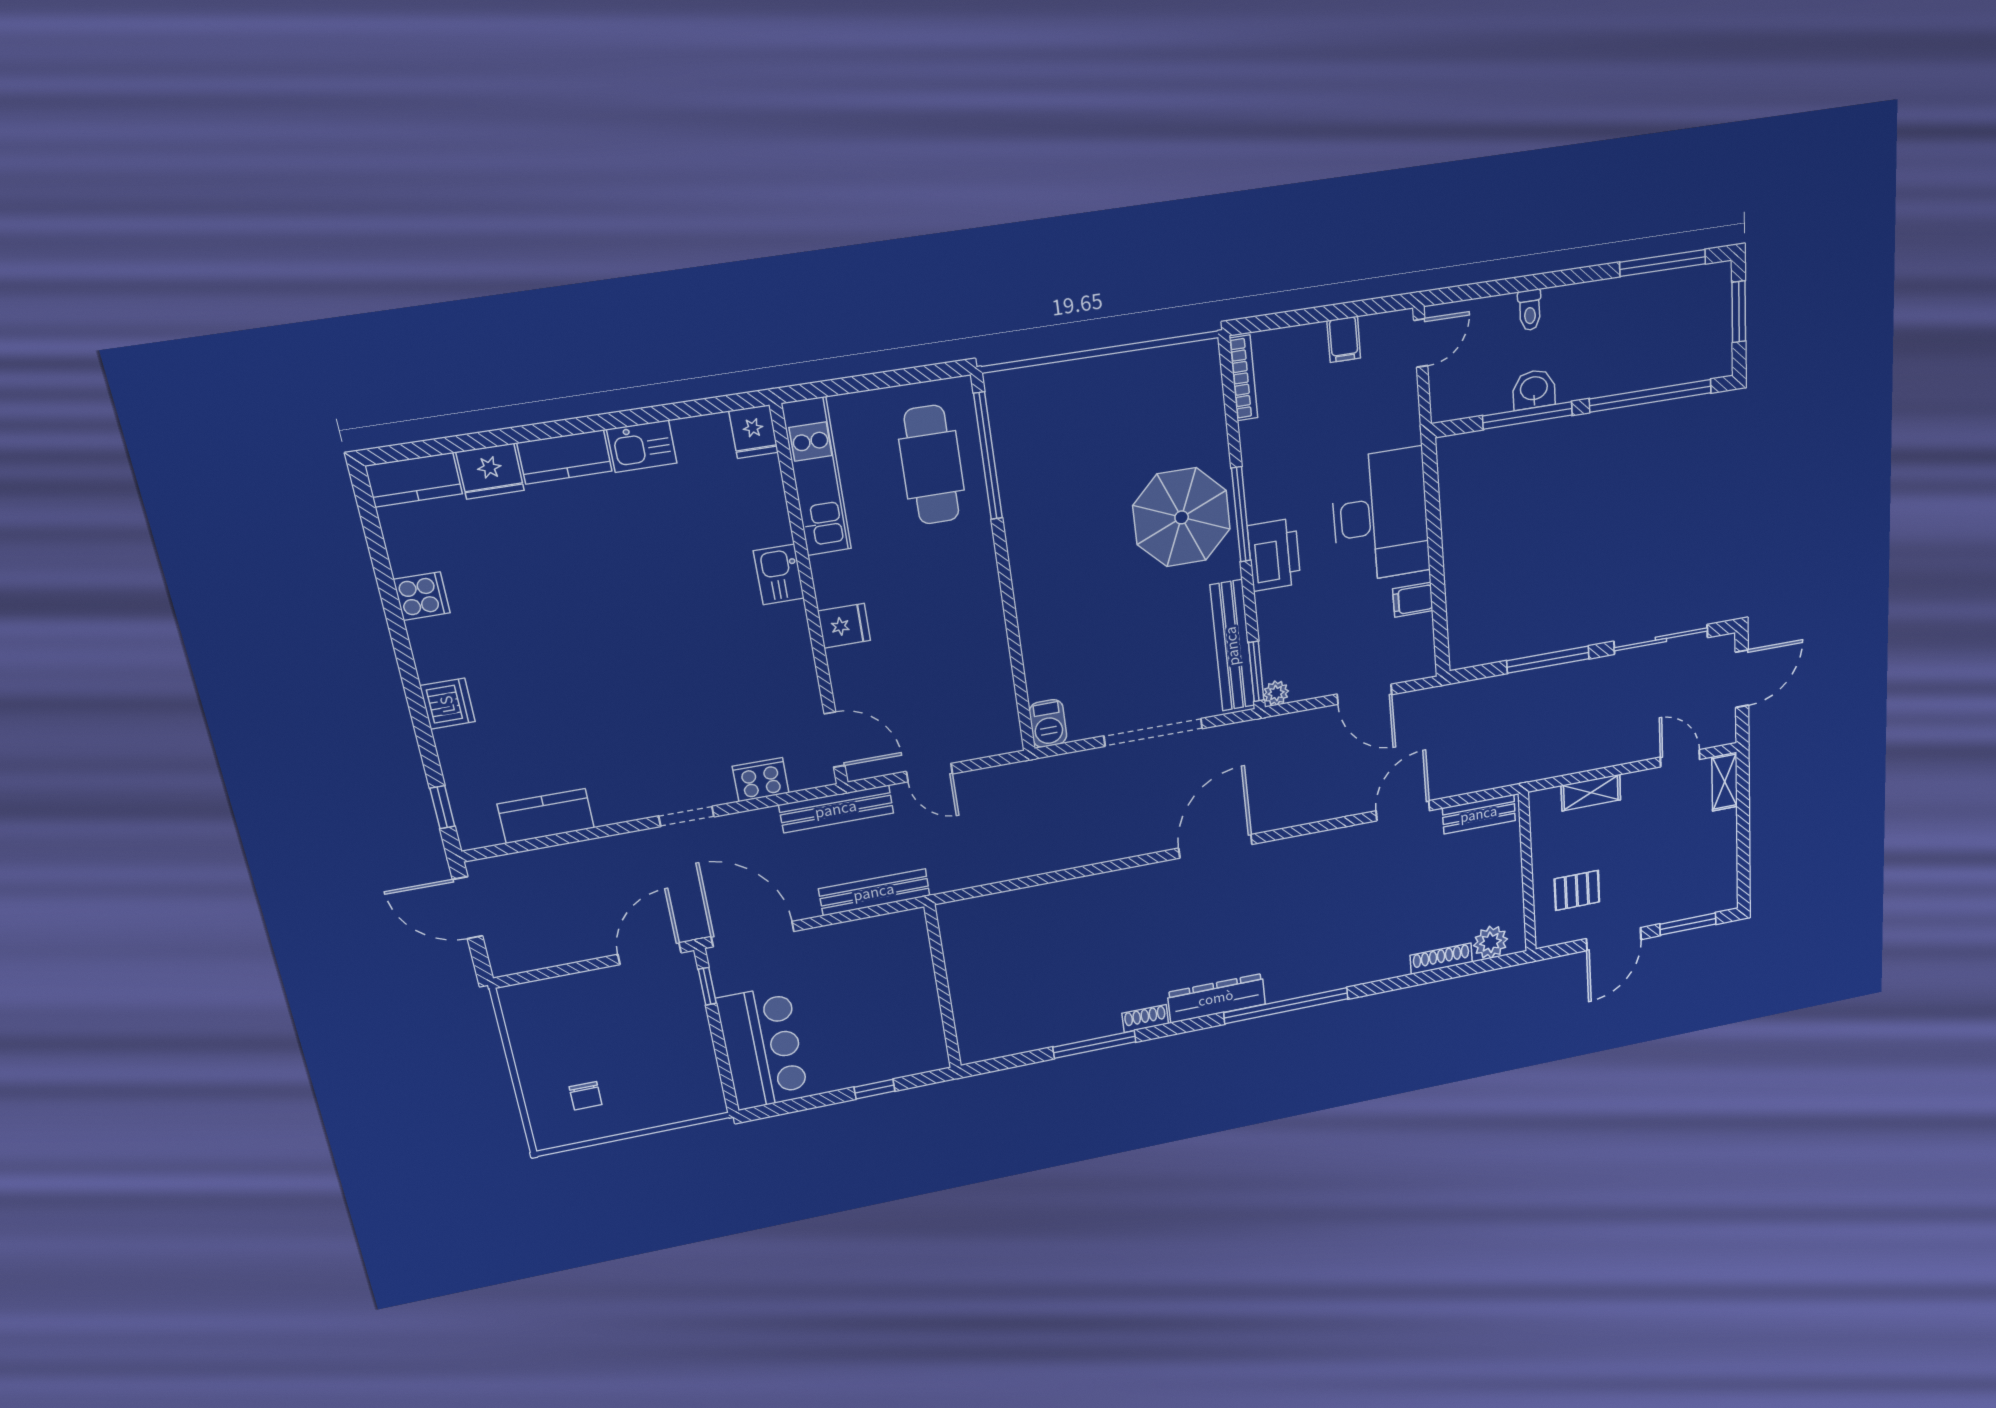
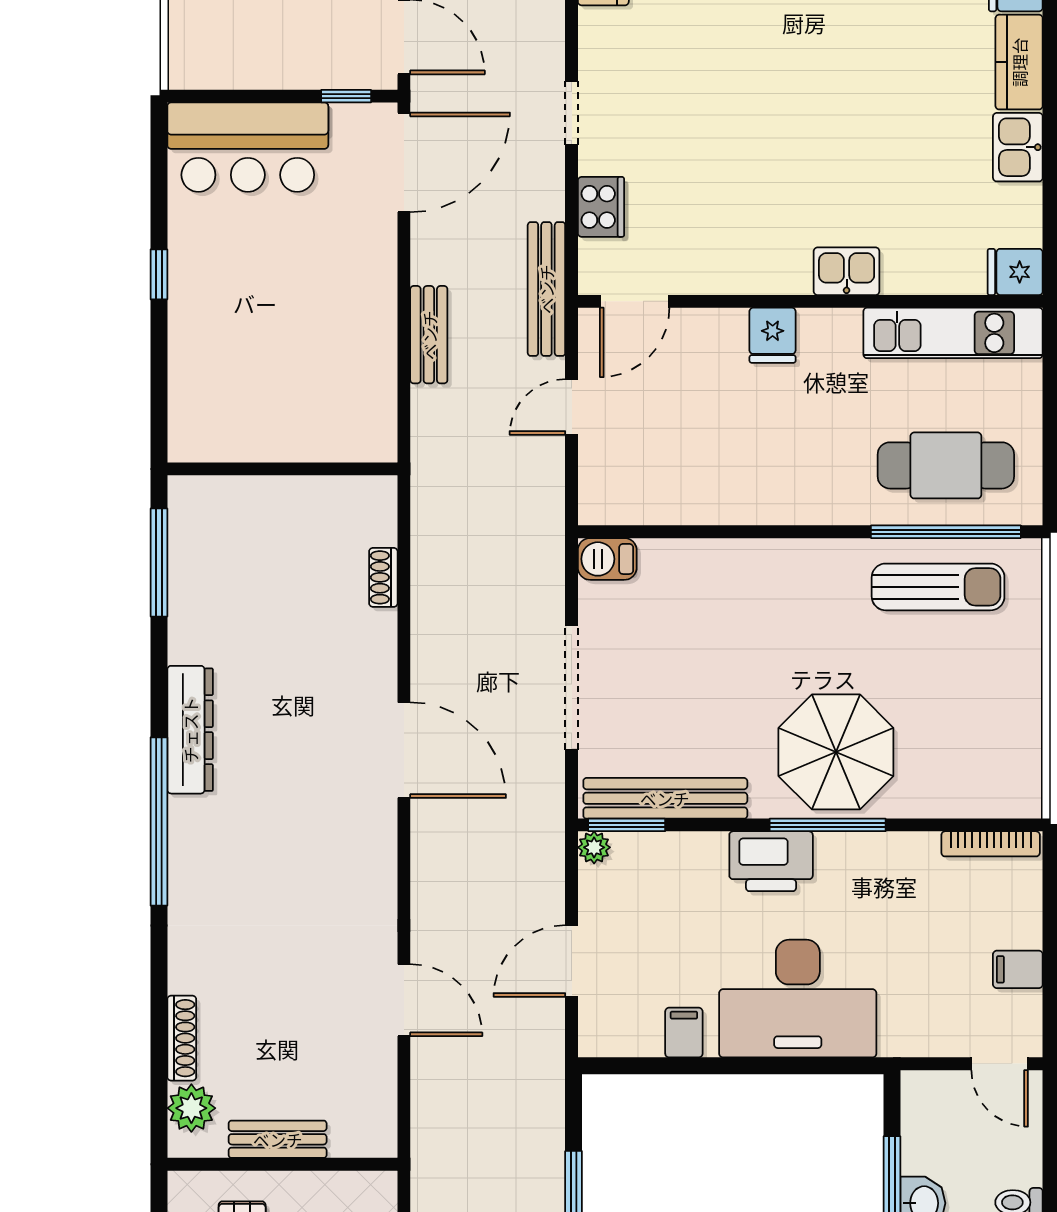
sun lounger: (1035, 455) -> (938, 587), added
bench: (1479, 814) -> (278, 1139), moved, turned 90
bench: (874, 892) -> (429, 335), width x0.73
wall: (943, 987) -> (282, 469), moved
shoe rack: (1145, 1018) -> (383, 577), moved, turned 180

